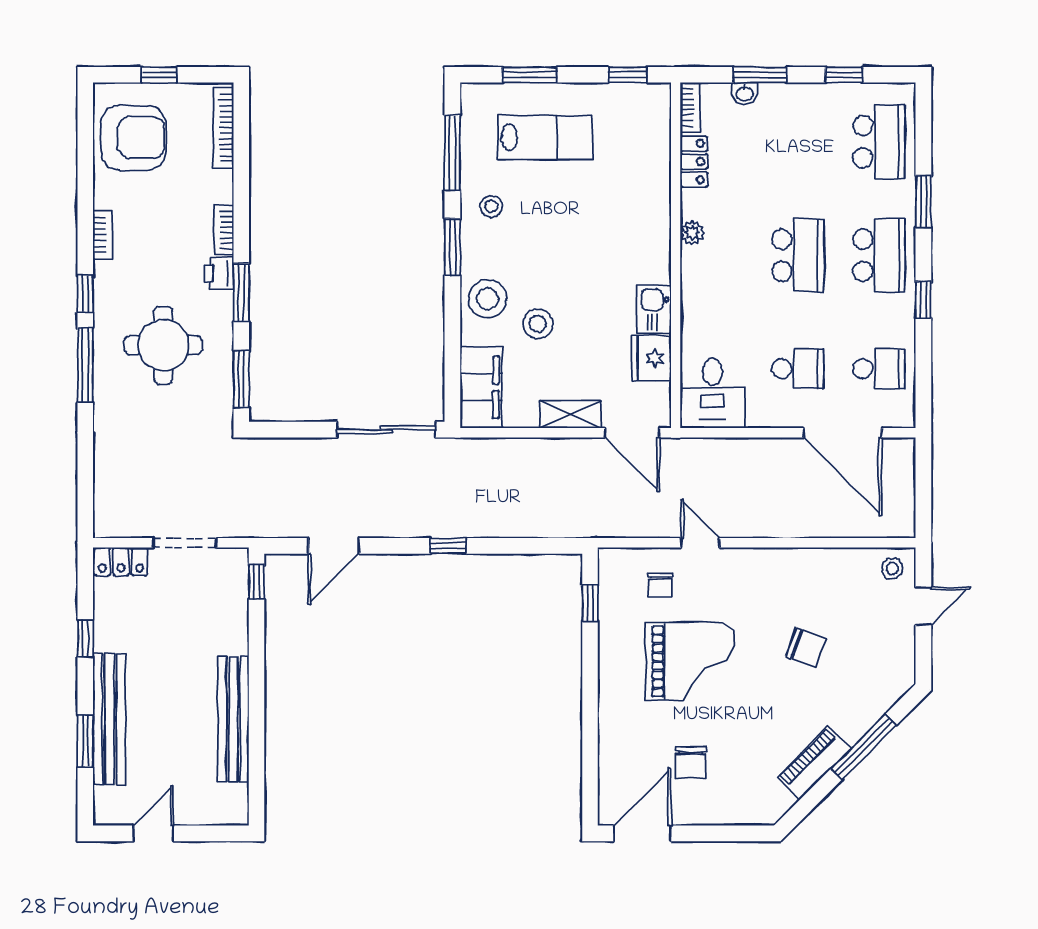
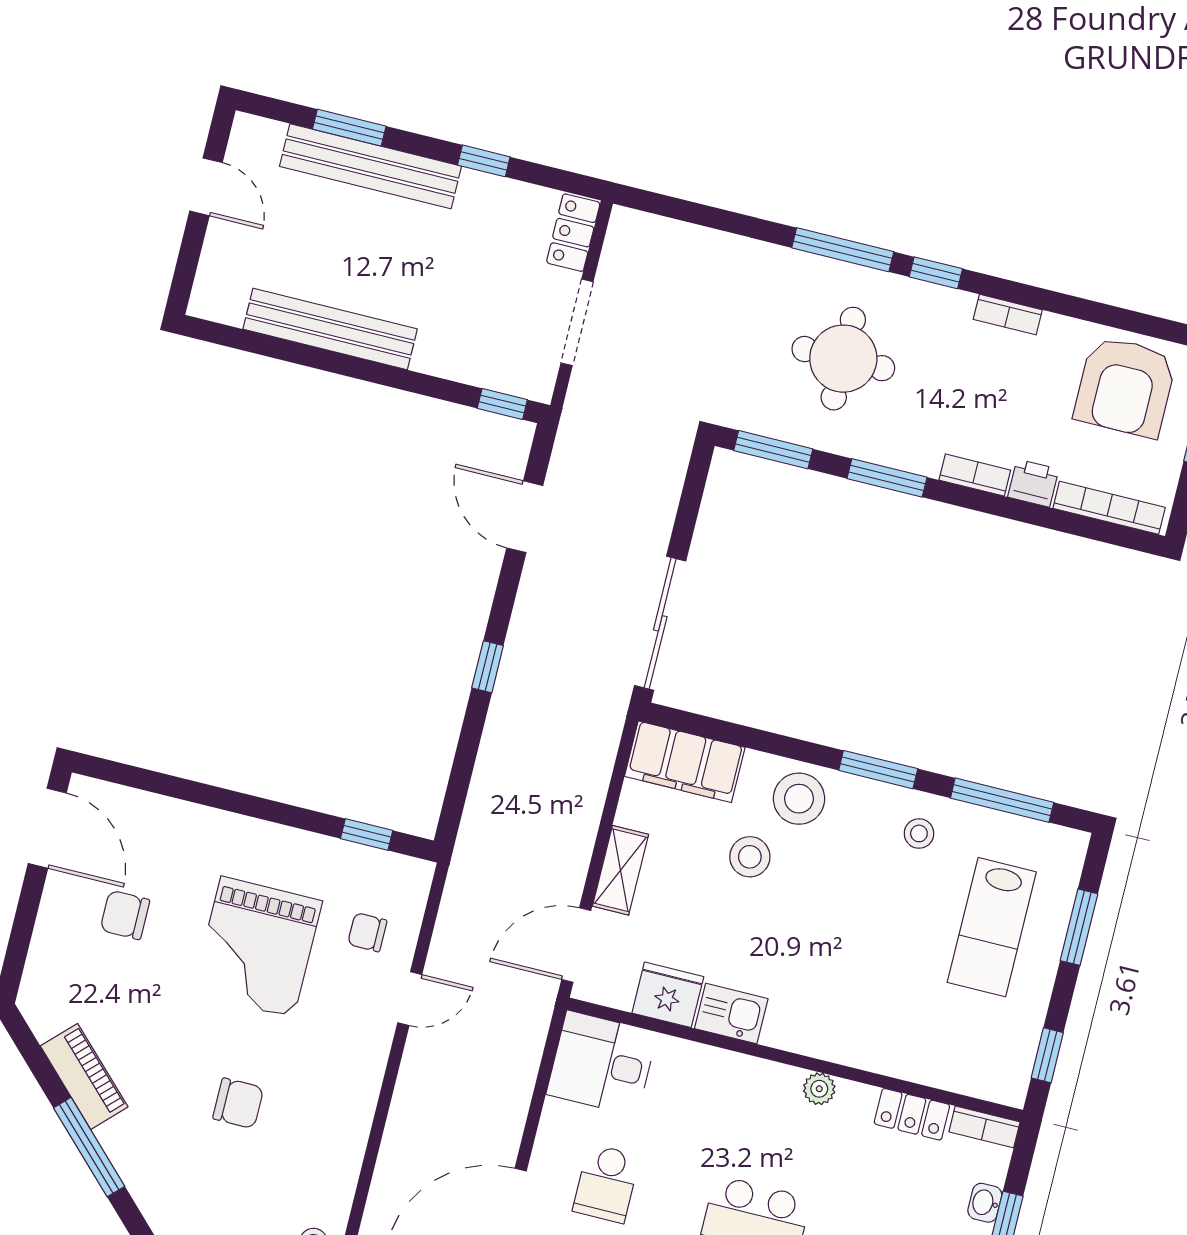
printer: (219, 273) -> (1033, 483), moved
chair: (806, 647) -> (238, 1103), turned -110

